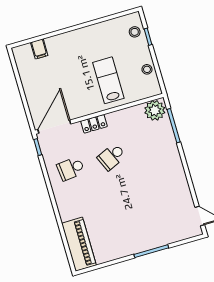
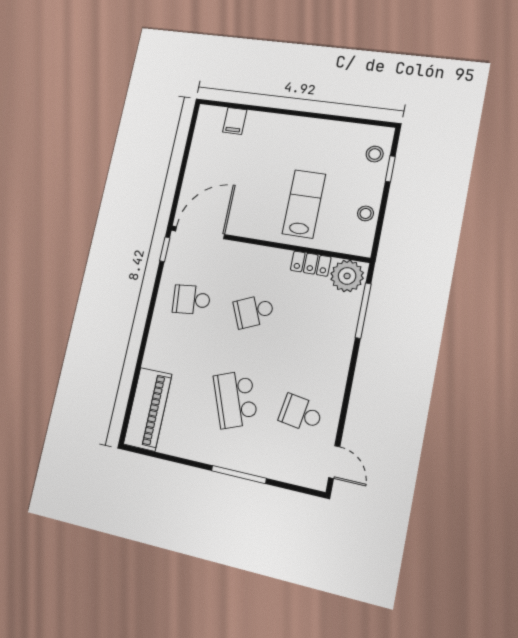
locker: (94, 124) -> (311, 264), moved
school desk: (168, 200) -> (301, 413), added
school desk: (127, 212) -> (235, 399), added

